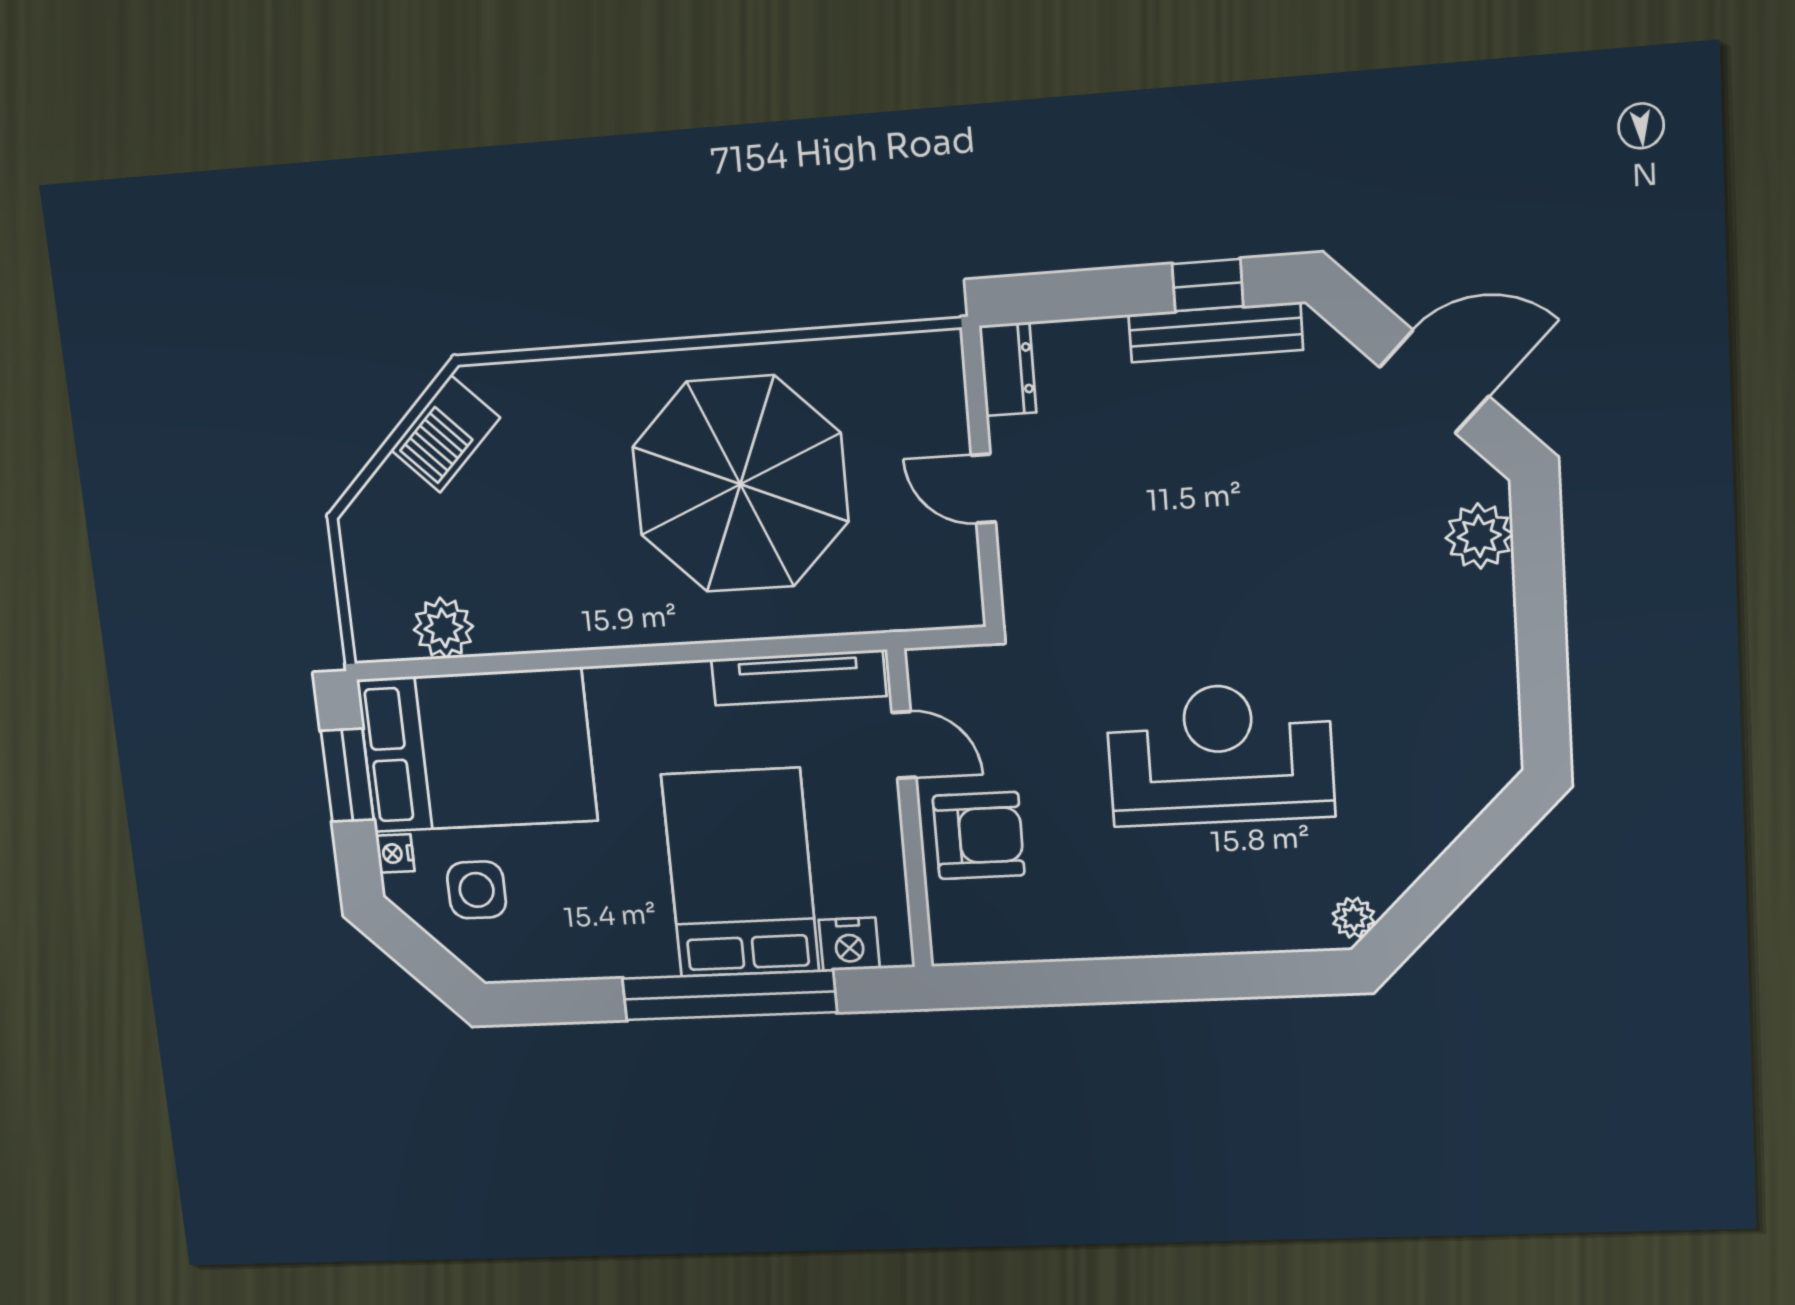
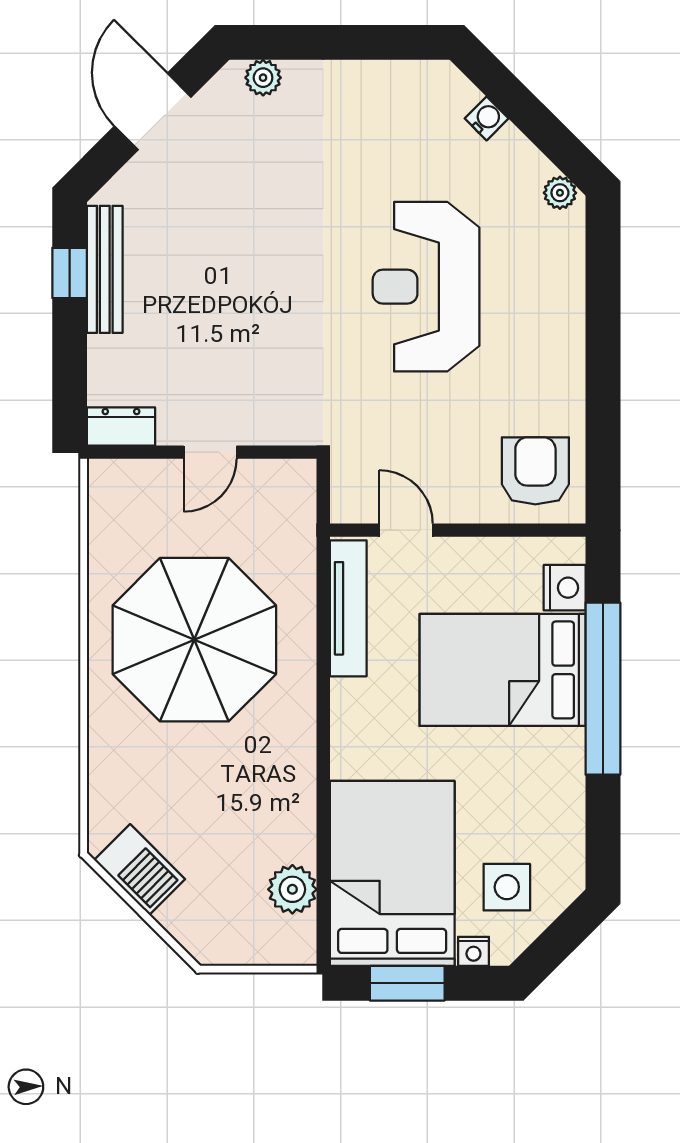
plant: (1479, 536) -> (263, 78), width x0.73, depth x0.73
door: (904, 745) -> (406, 530), hinge flipped
water cooler: (1447, 821) -> (487, 118), added
armchair: (979, 836) -> (535, 471), moved

